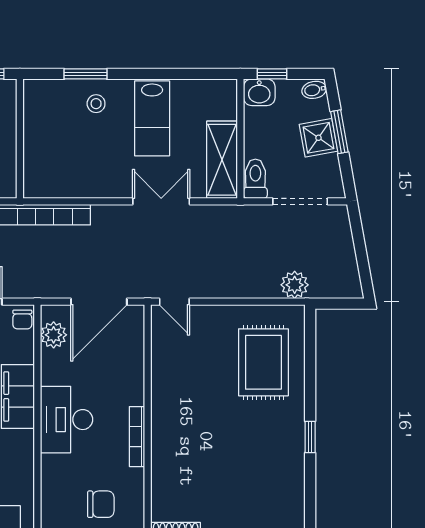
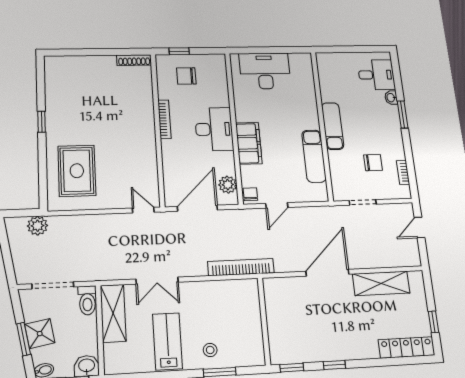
plant: (295, 285) -> (37, 226), moved

